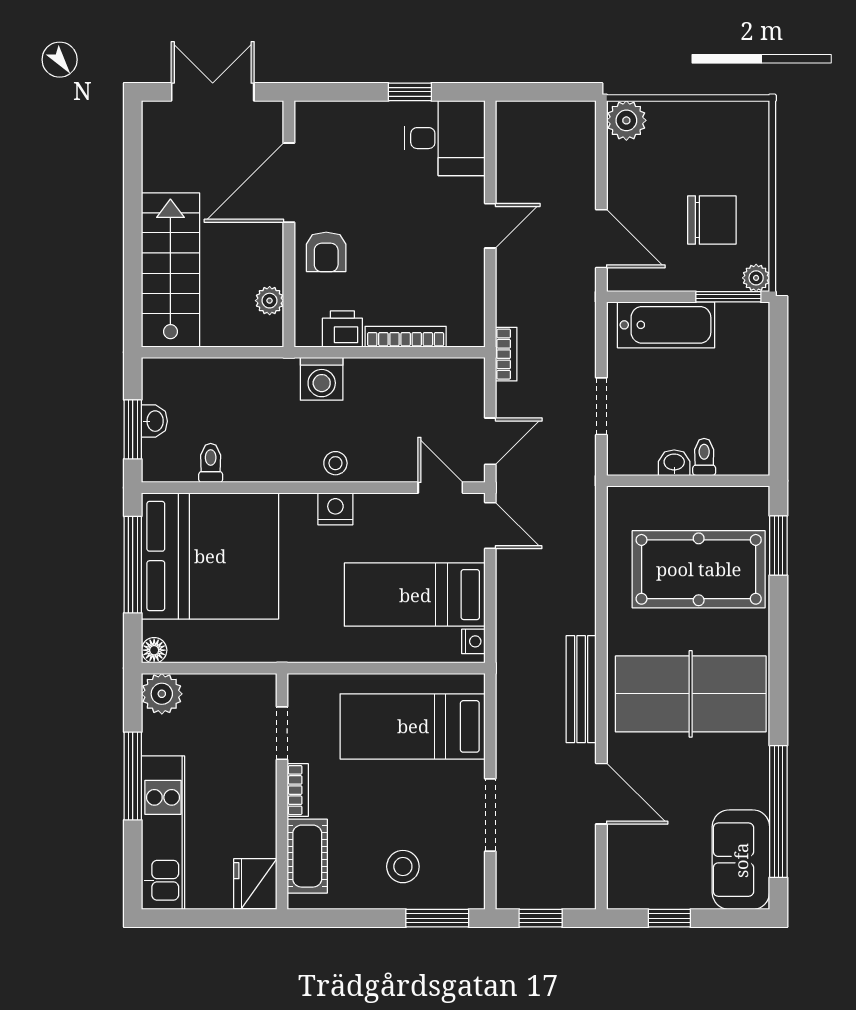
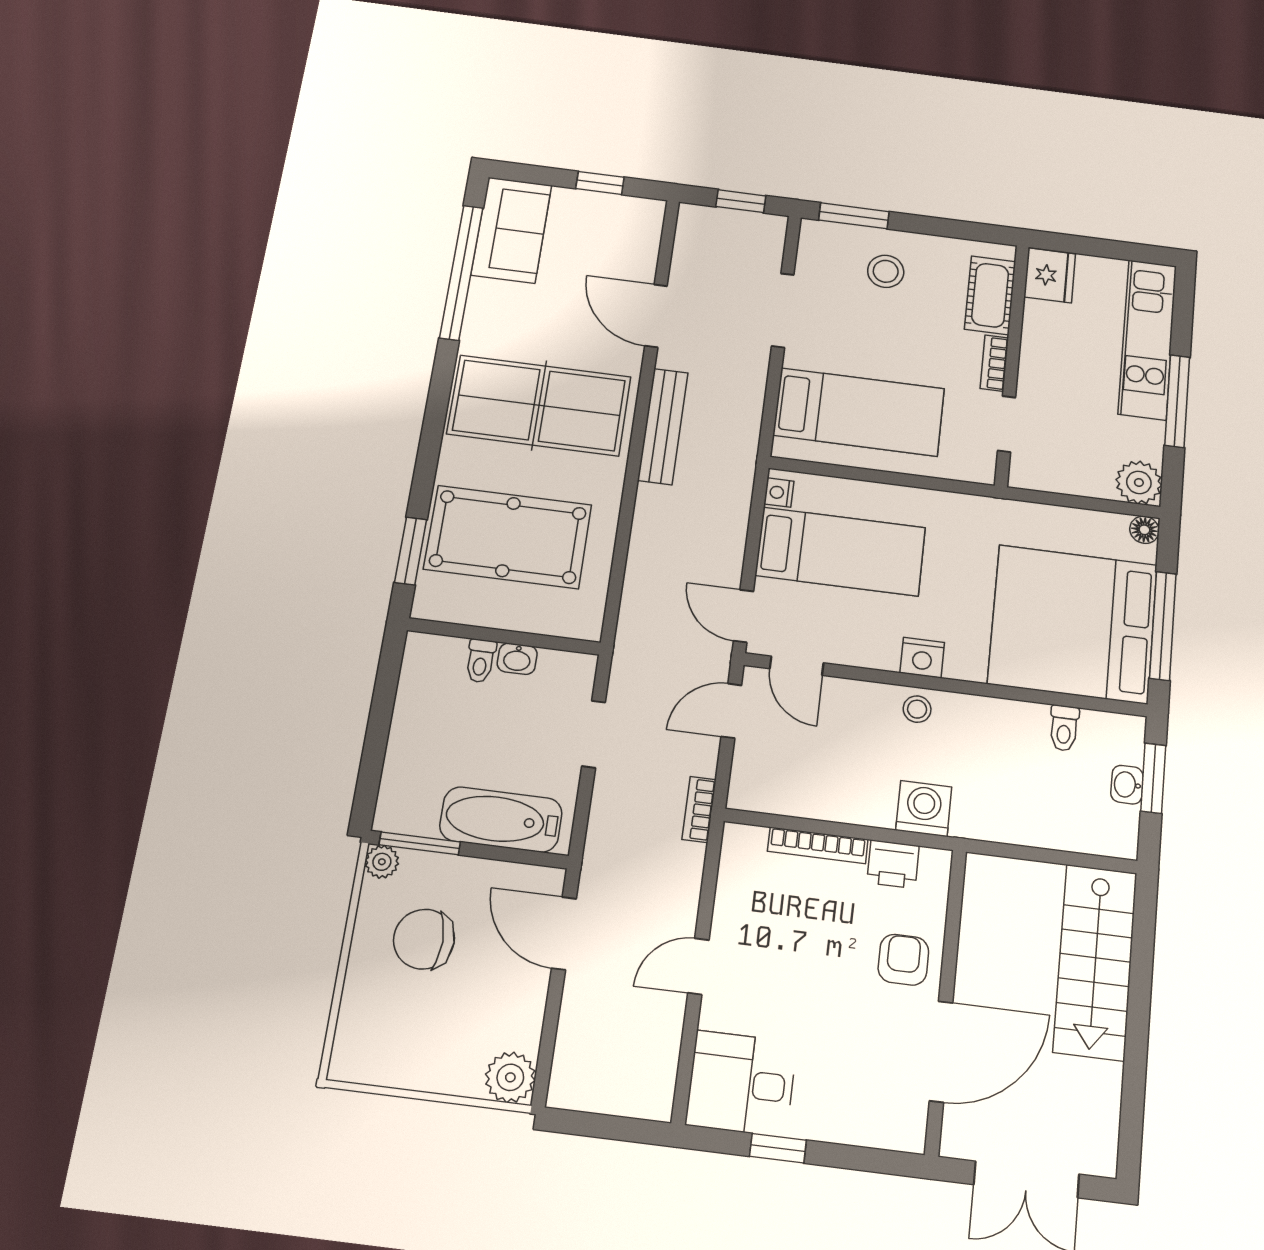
plant: (270, 301) -> (978, 909), removed

